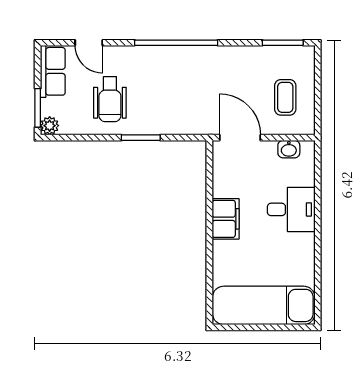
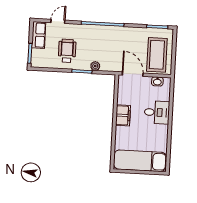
door: (89, 43) -> (58, 21), swing flipped
coffee table: (285, 97) -> (157, 55), width x1.86, depth x1.72
wheelchair: (110, 99) -> (67, 51), turned 180
plant: (50, 126) -> (95, 66), moved

